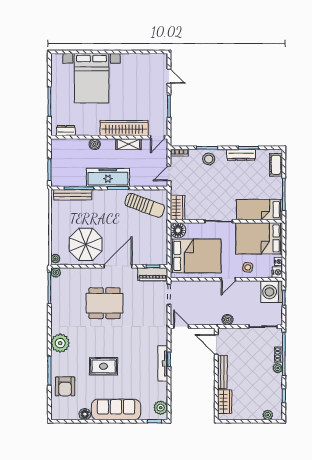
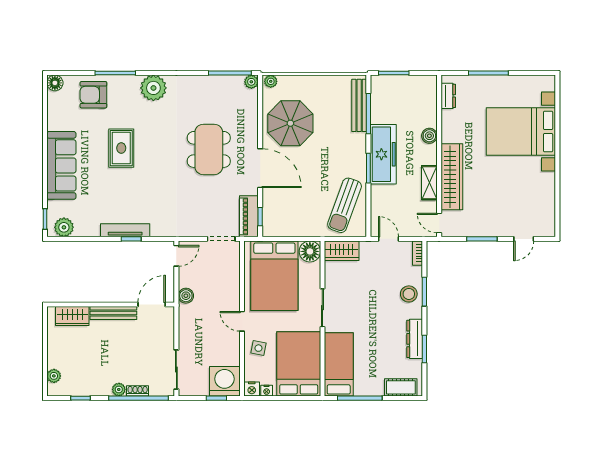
boiler: (227, 320) -> (186, 296), moved
floor lamp: (85, 414) -> (55, 83), moved

